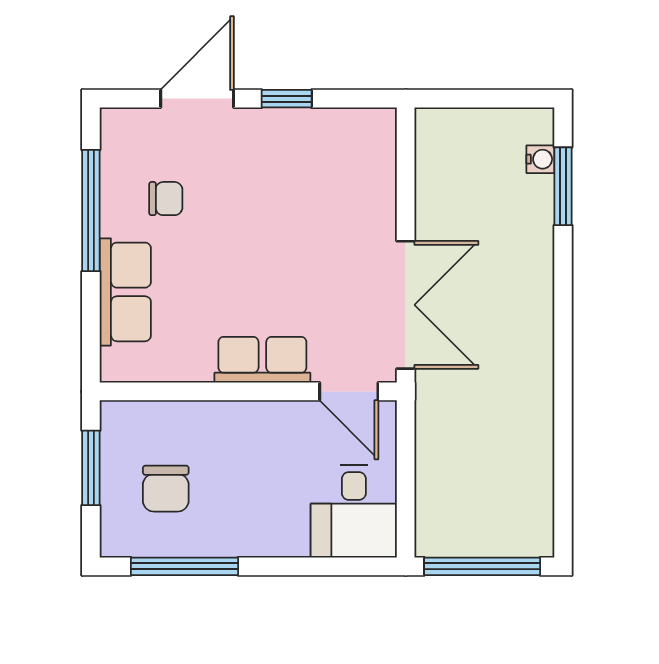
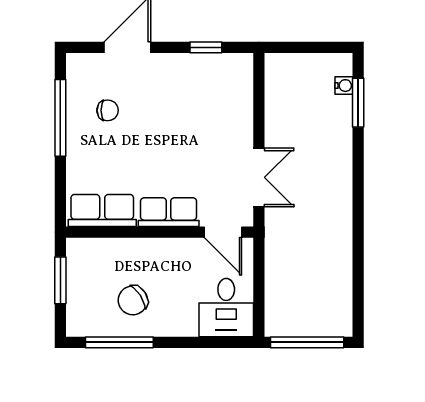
window: (287, 99) -> (206, 47), moved
row of seats: (125, 292) -> (102, 210), moved, turned -90
double door: (406, 305) -> (259, 177), width x0.73
chair: (166, 489) -> (133, 300), moved, turned 57

